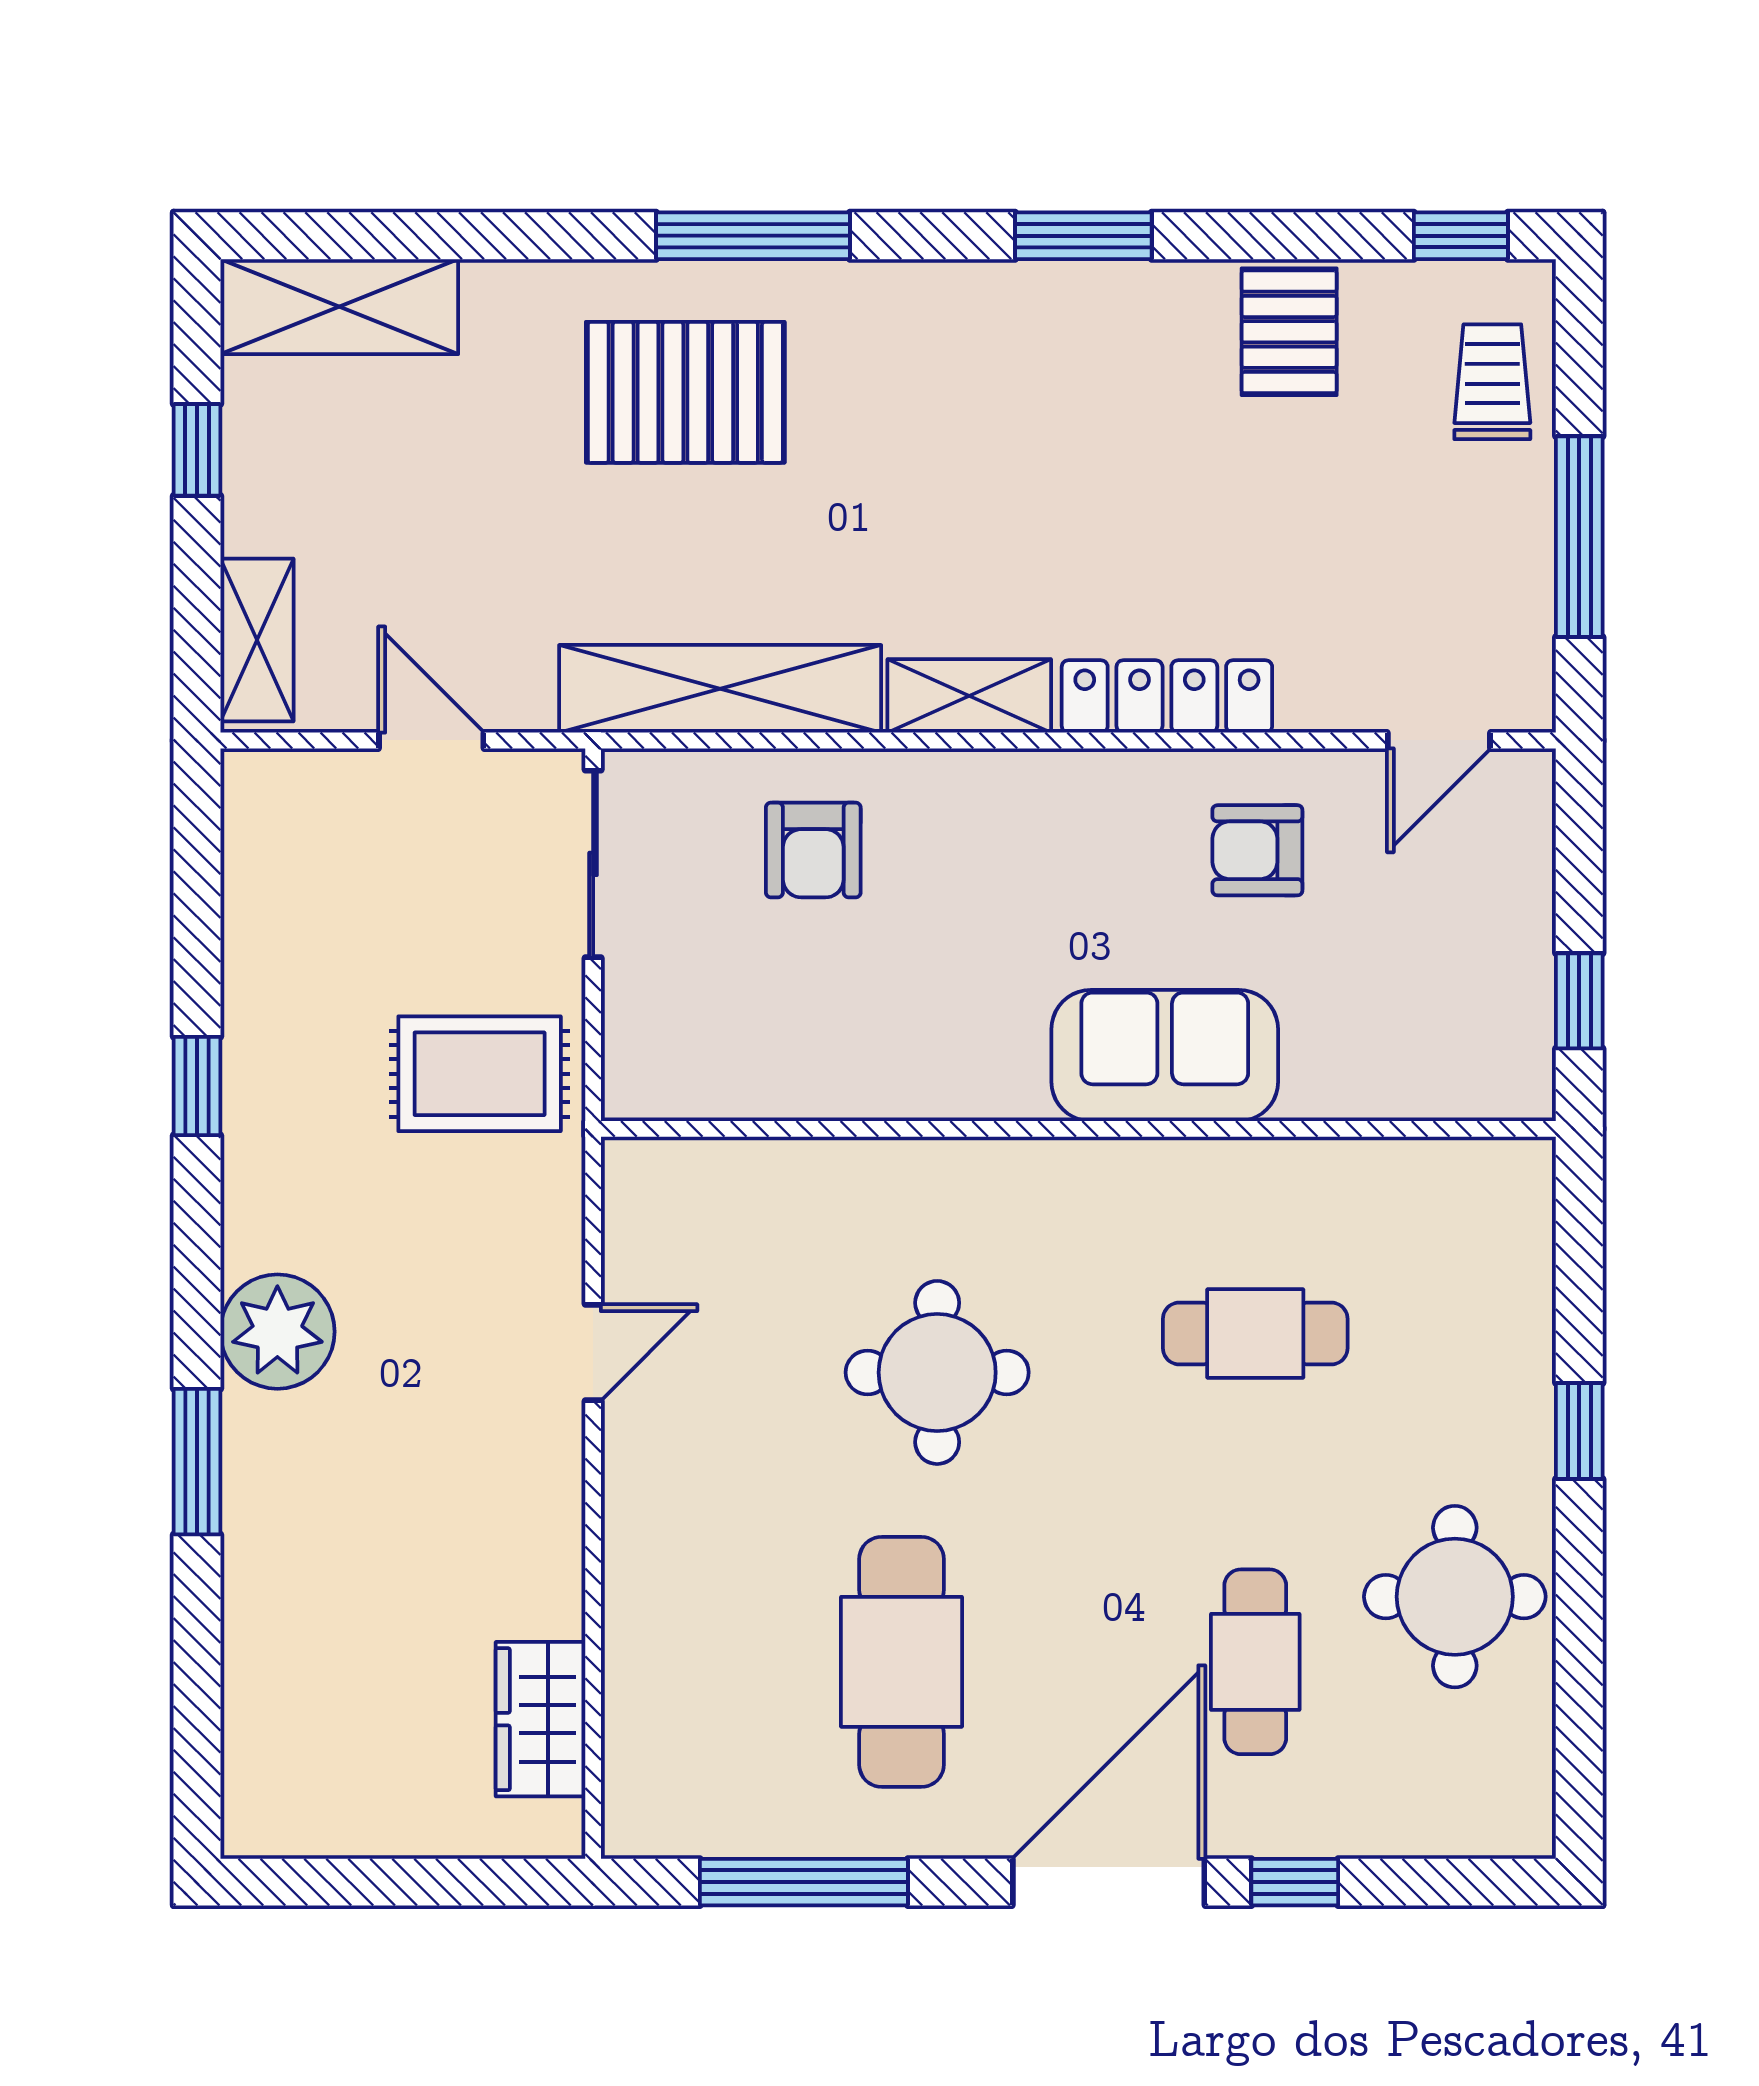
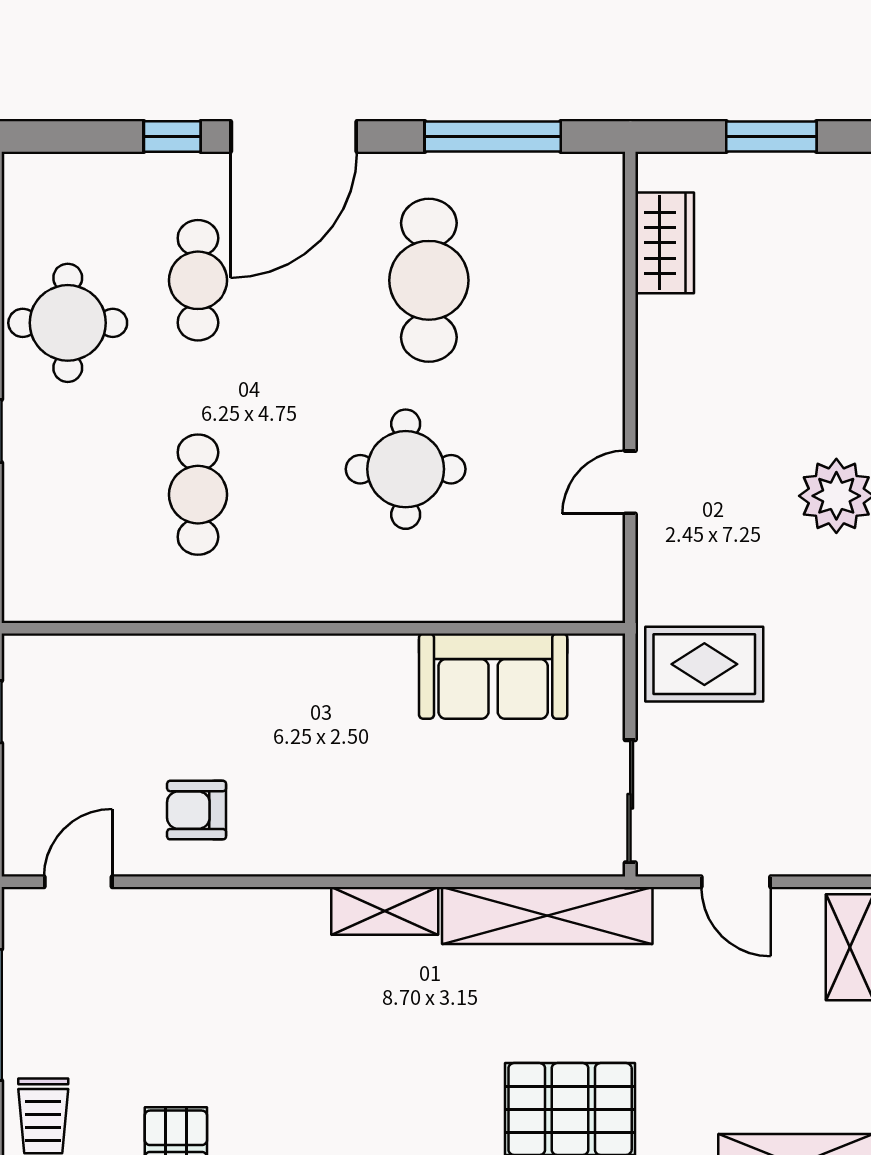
locker: (1167, 696) -> (256, 910), removed
armchair: (813, 850) -> (486, 810), removed
armchair: (1257, 850) -> (197, 810), turned 180
sofa: (1165, 1055) -> (493, 676), moved
cafe table: (1255, 1333) -> (198, 495), turned 90
window: (377, 1882) -> (771, 137), added

